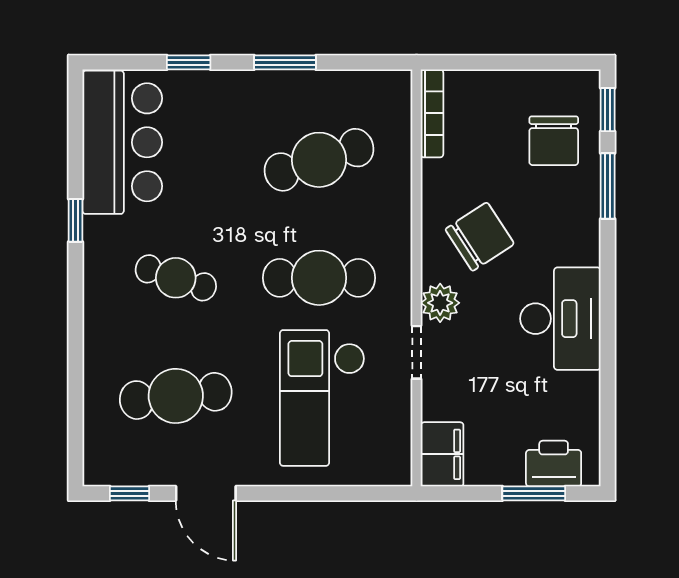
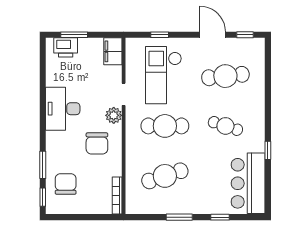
chair: (480, 237) -> (97, 143), turned -57
checkout: (322, 398) -> (163, 75), turned 180
window: (331, 493) -> (160, 35), added

